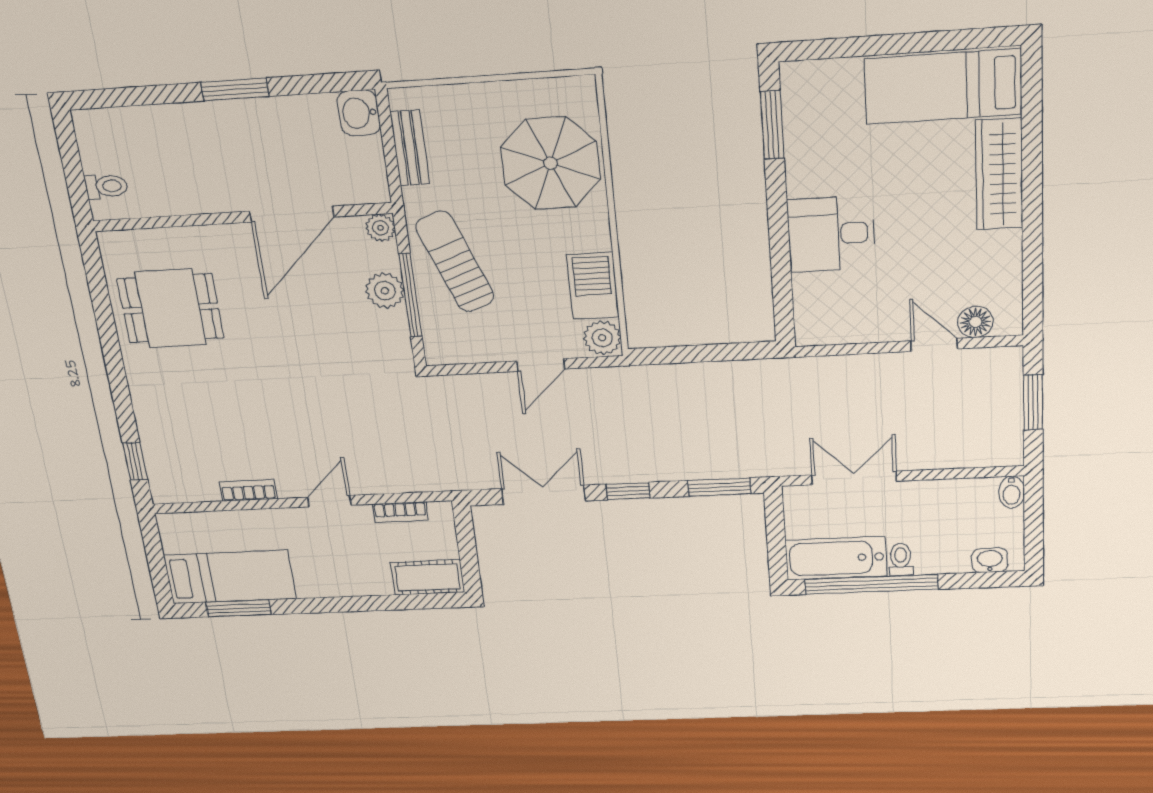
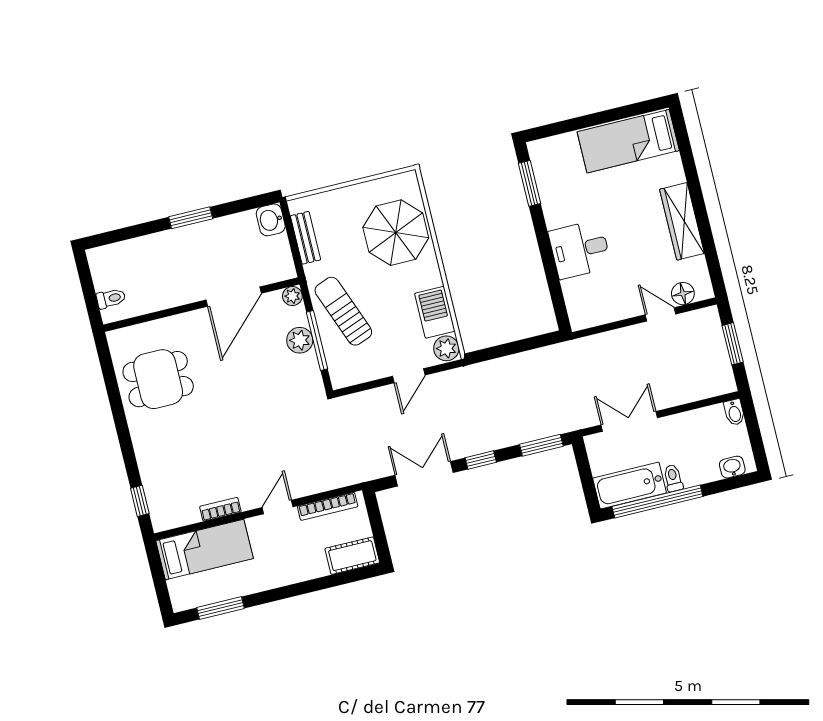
wardrobe: (999, 174) -> (682, 221), moved
bookcase: (400, 512) -> (328, 506), width x1.56
bed: (230, 577) -> (205, 550), moved

